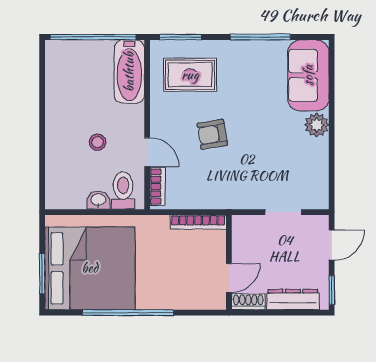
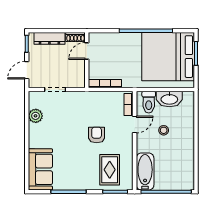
rug: (190, 75) -> (110, 170), turned 90
plant: (317, 125) -> (36, 116), moved
armchair: (212, 134) -> (97, 135), turned -81
door: (147, 152) -> (135, 124), swing flipped
washbasin: (98, 200) -> (169, 99), width x1.91, depth x1.45

